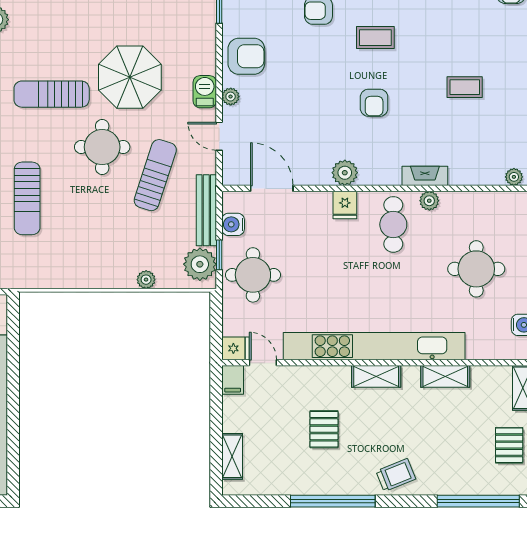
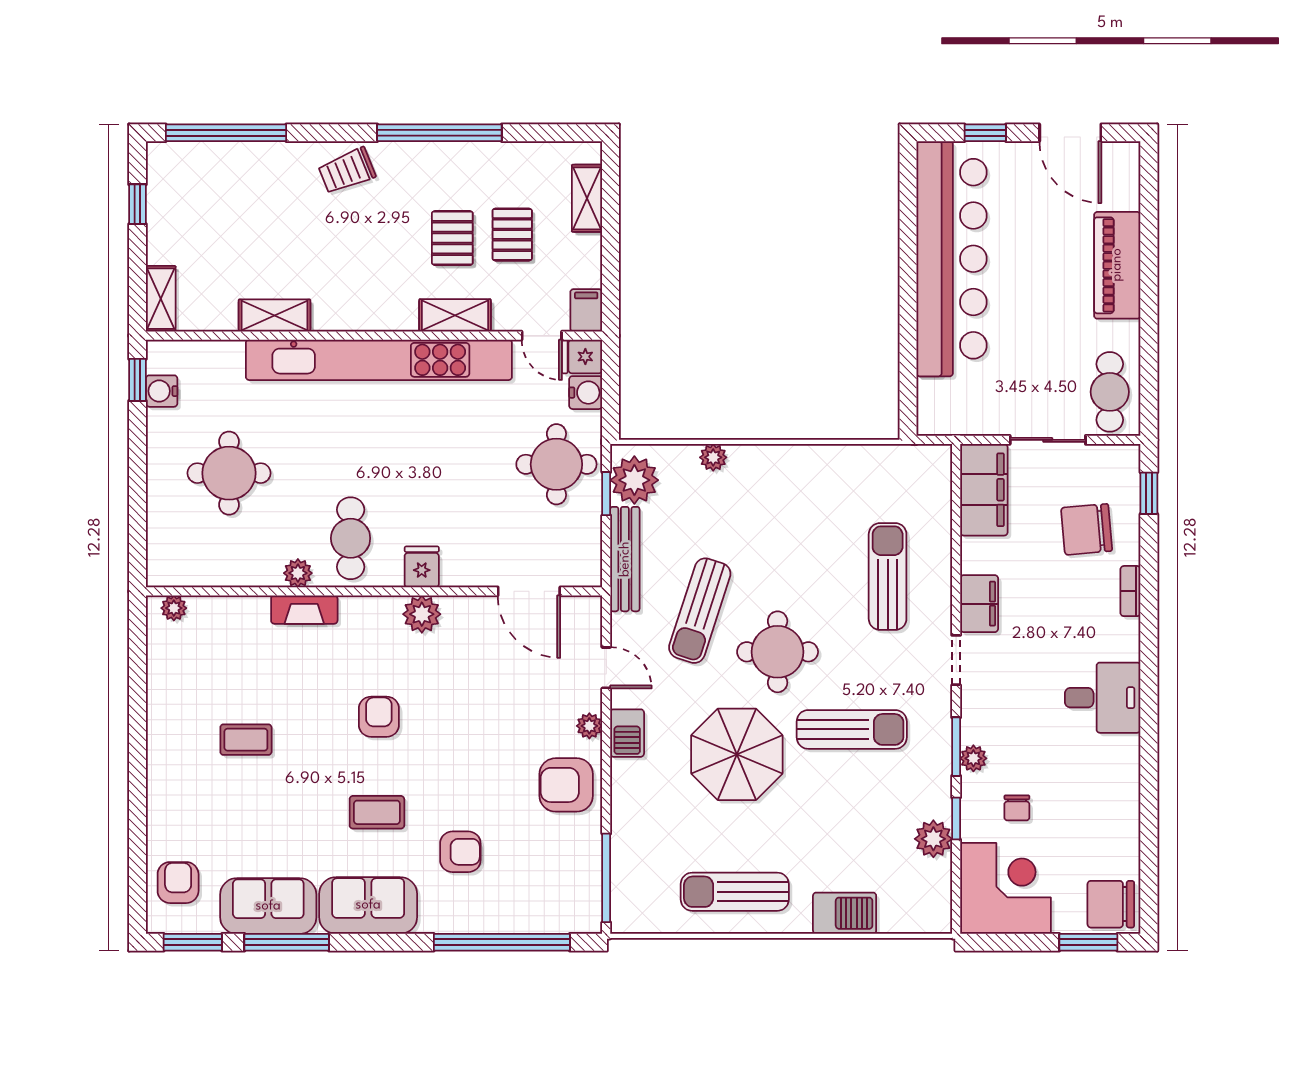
water cooler: (233, 224) -> (586, 393), moved
shelving: (376, 376) -> (455, 315), moved
pallet: (509, 445) -> (512, 235), moved

